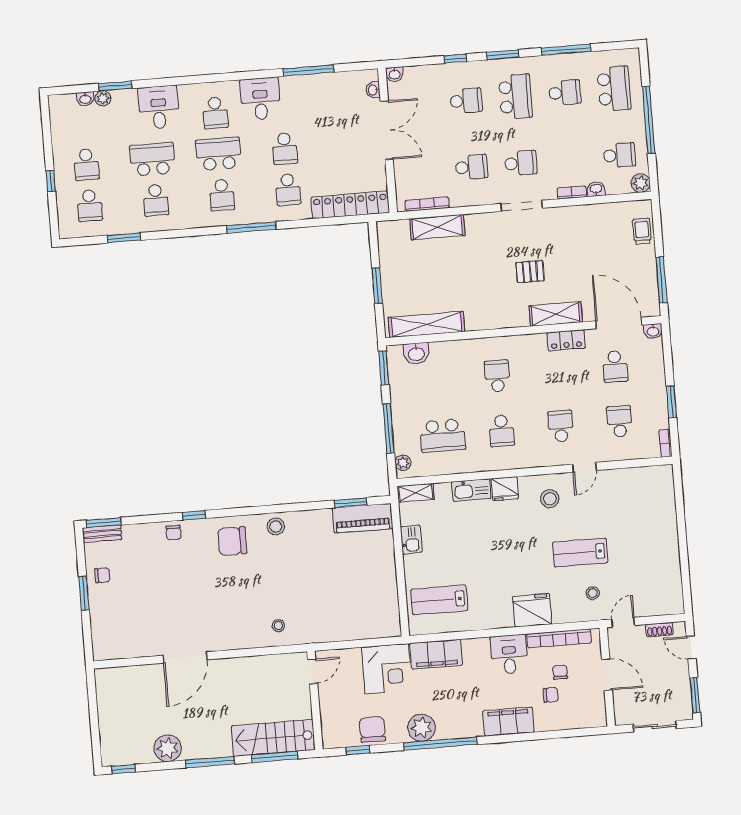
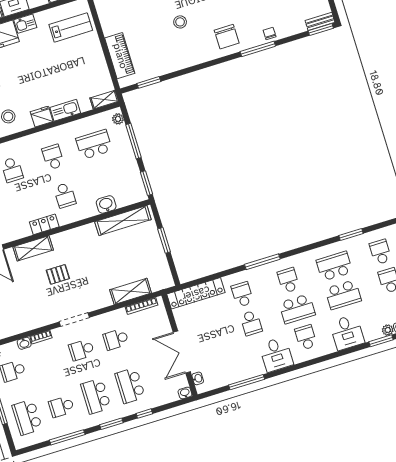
school desk: (466, 101) -> (130, 386), width x1.85
school desk: (285, 149) -> (251, 323), turned 180
school desk: (156, 200) -> (334, 266), width x1.85
locker: (566, 340) -> (44, 224), moved
washbasin: (416, 354) -> (106, 204), moved
window: (194, 515) -> (258, 49), width x2.17
piano: (363, 518) -> (120, 56), moved, turned 90
stool: (276, 527) -> (180, 22), moved
kitchen sink: (411, 539) -> (25, 24), moved, turned -90
chair: (232, 541) -> (227, 37), turned 90

